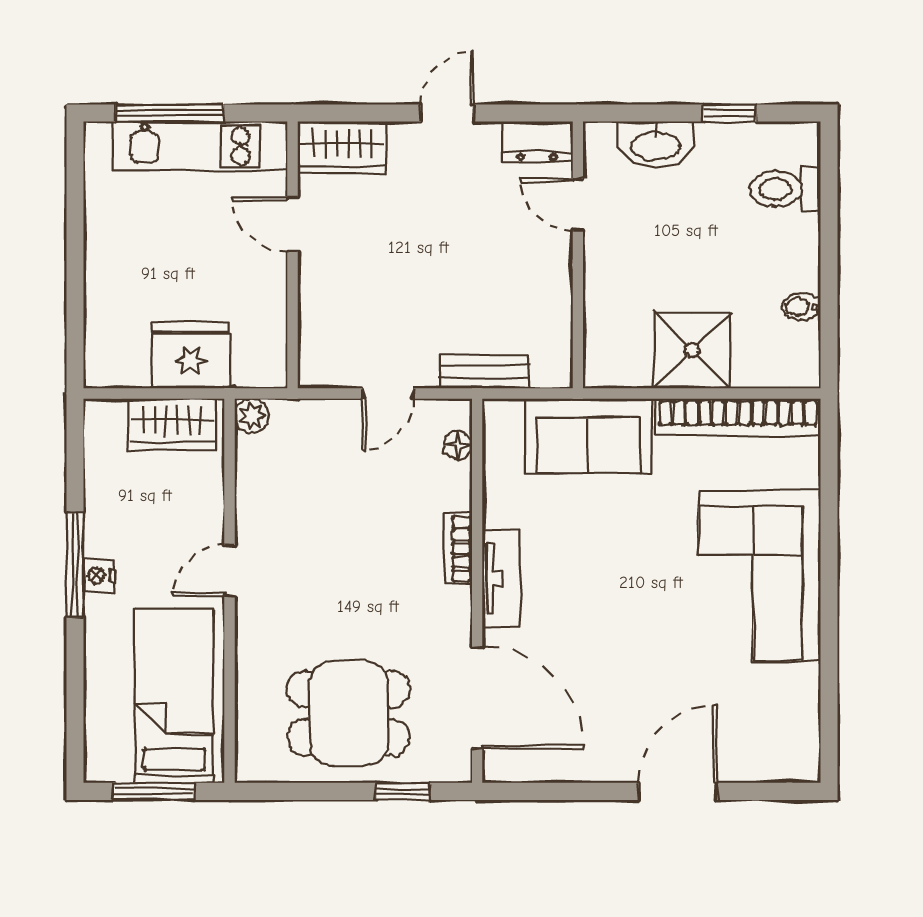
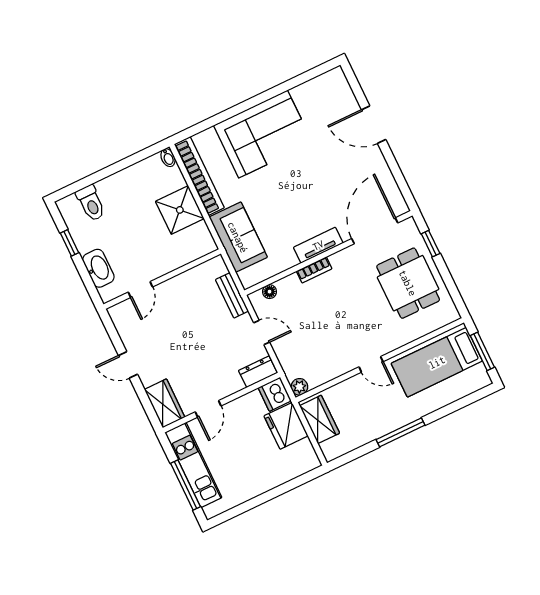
dresser: (537, 141) -> (258, 372), moved, turned -90
bidet: (801, 307) -> (168, 158), moved
dishwasher: (260, 363) -> (275, 394), added
nightstand: (99, 575) -> (400, 420), removed

